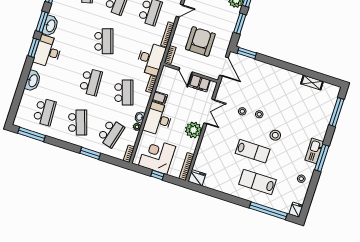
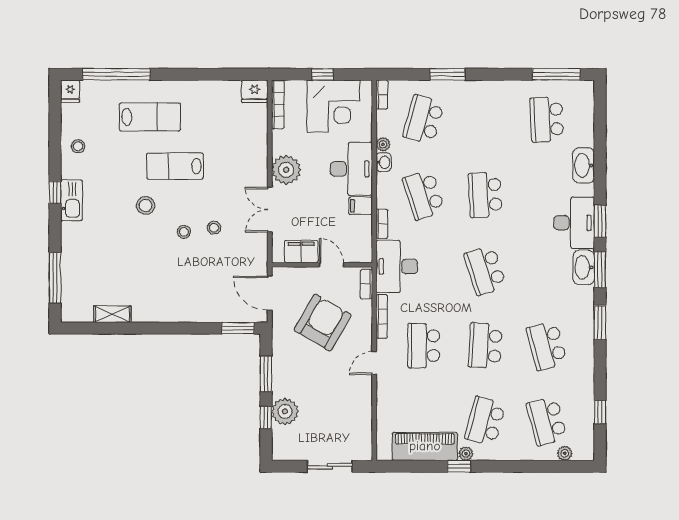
armchair: (200, 41) -> (323, 323), turned -150
school desk: (78, 122) -> (485, 119), removed
window: (322, 158) -> (55, 192), width x0.46

